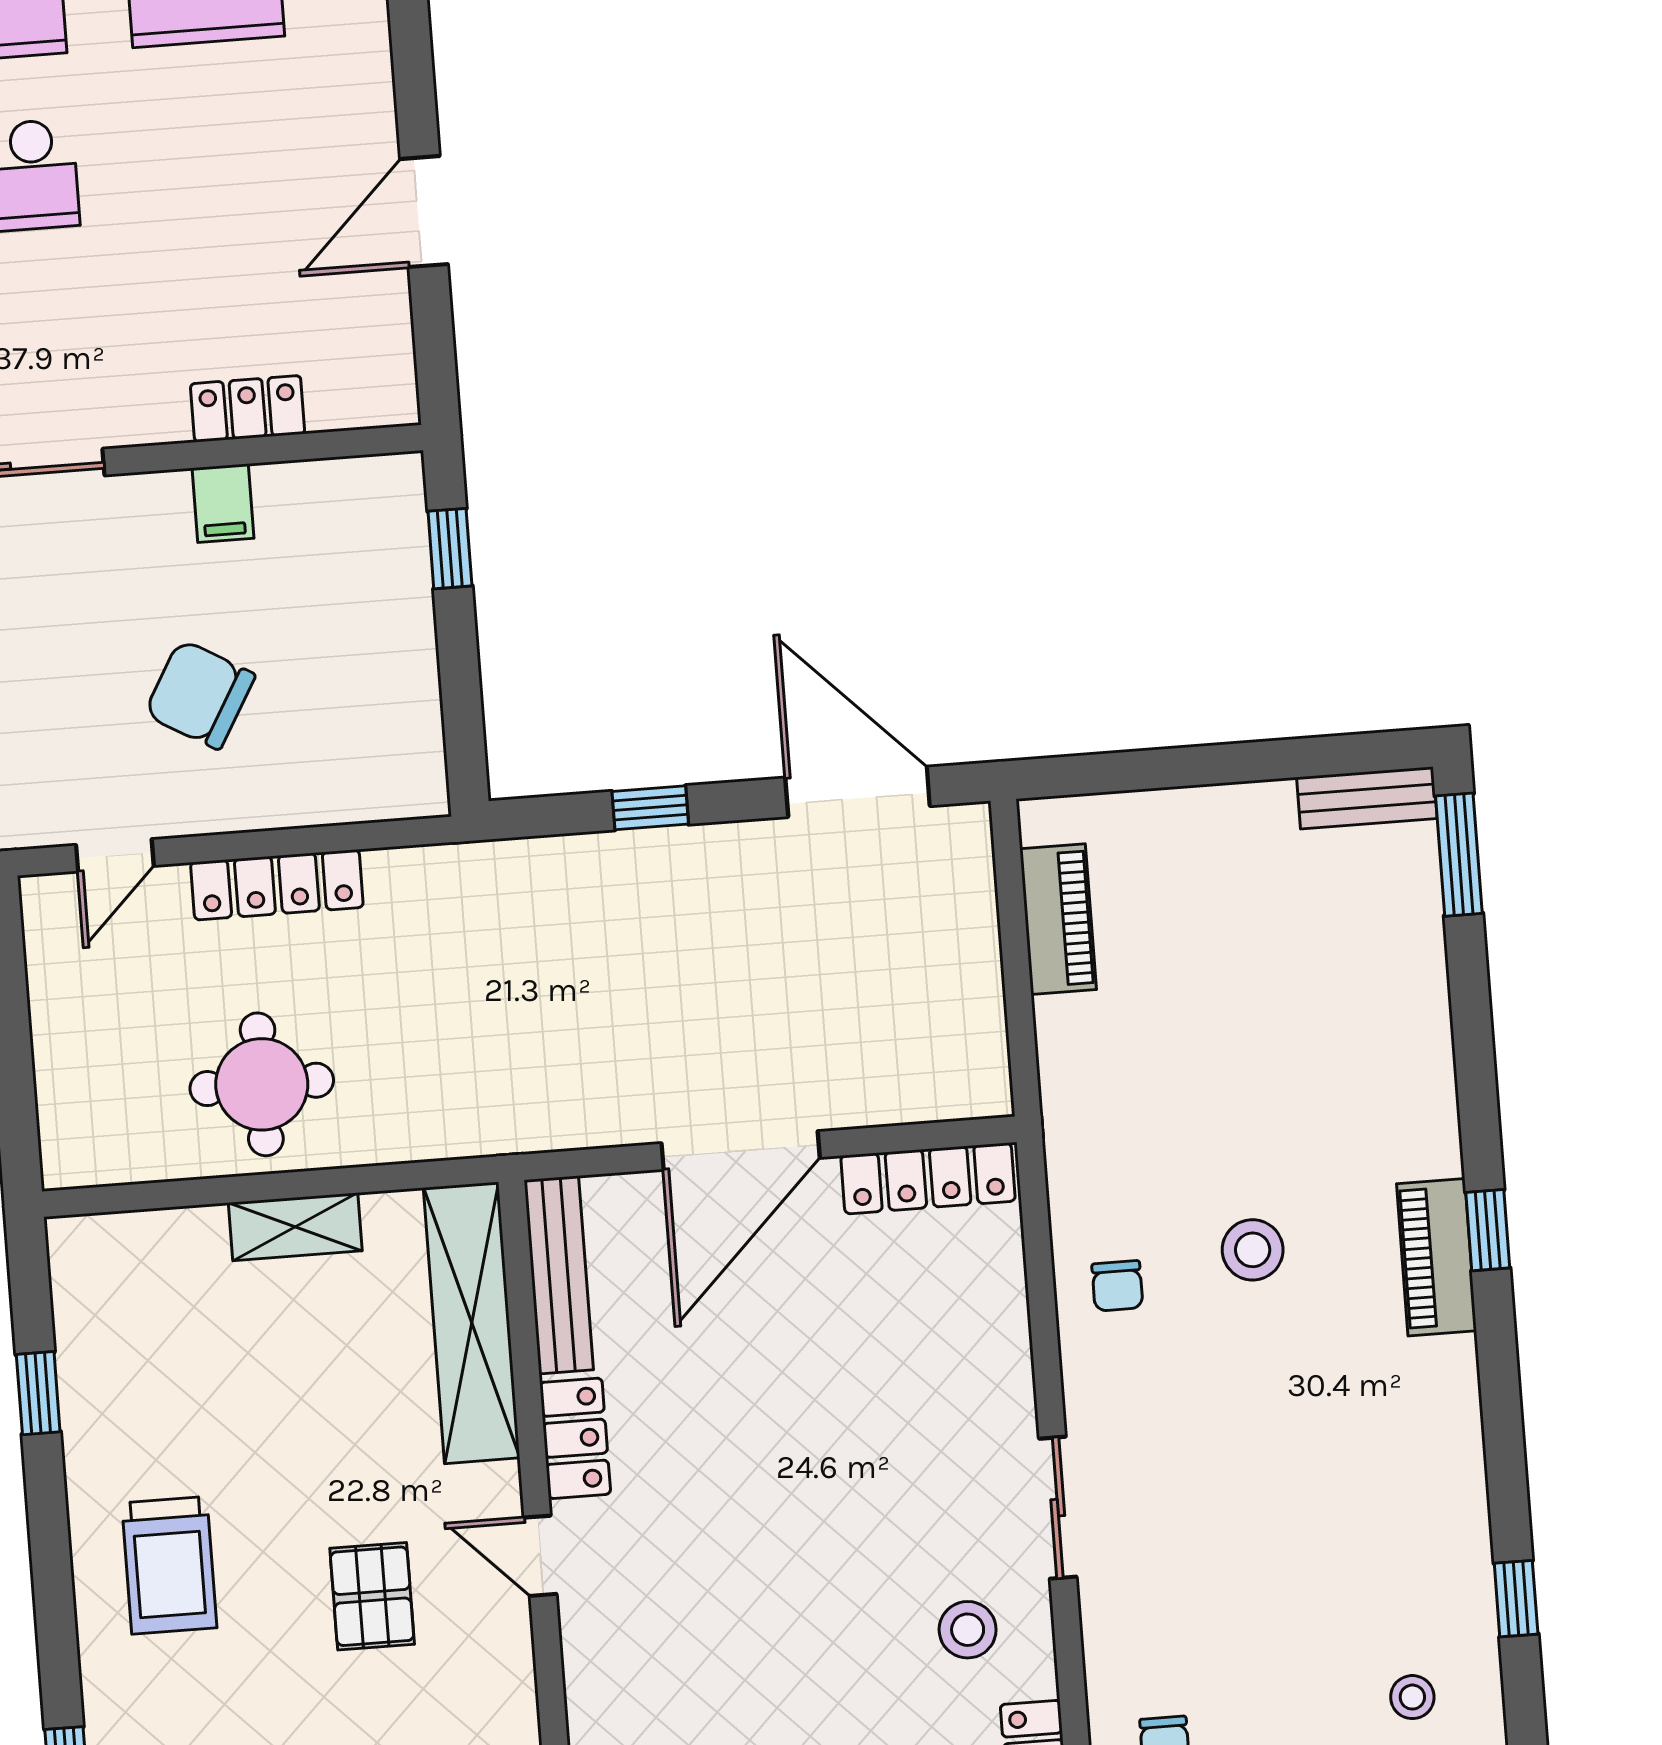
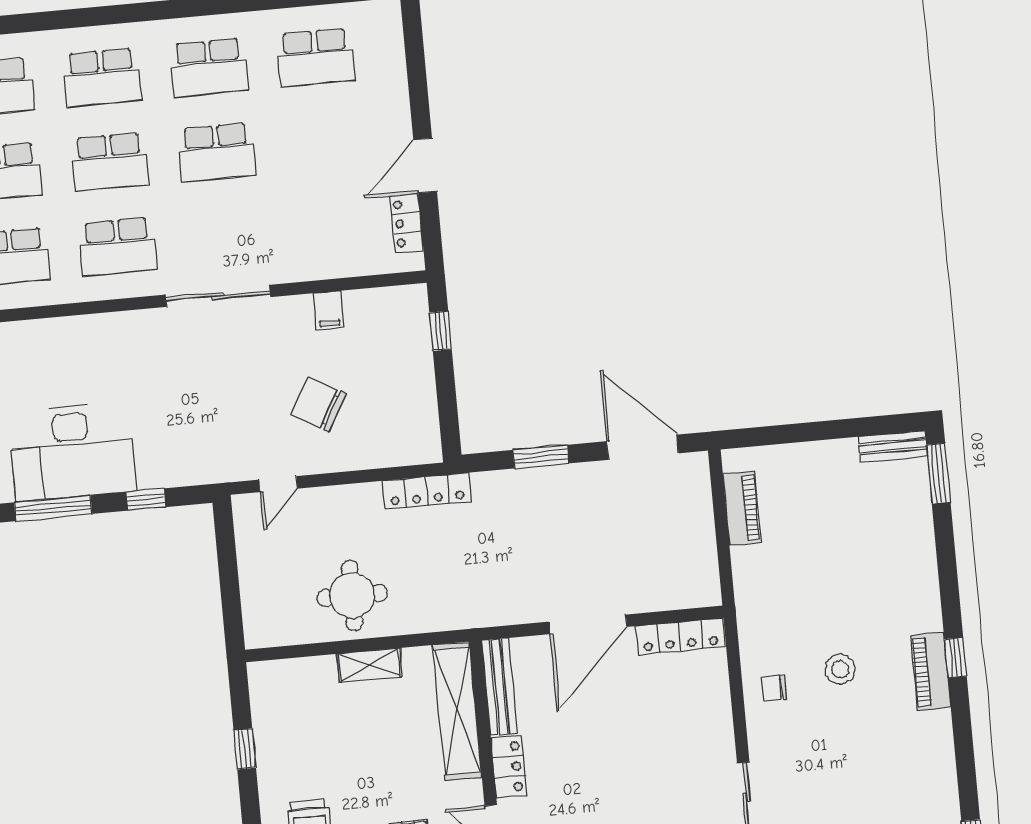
locker: (248, 409) -> (407, 223), moved, turned -90
window: (650, 808) -> (541, 457), width x1.50
locker: (277, 885) -> (427, 491), moved
chair: (1117, 1286) -> (774, 688), turned 90

